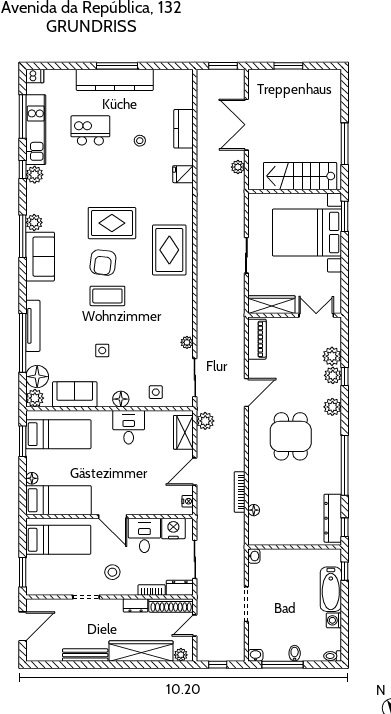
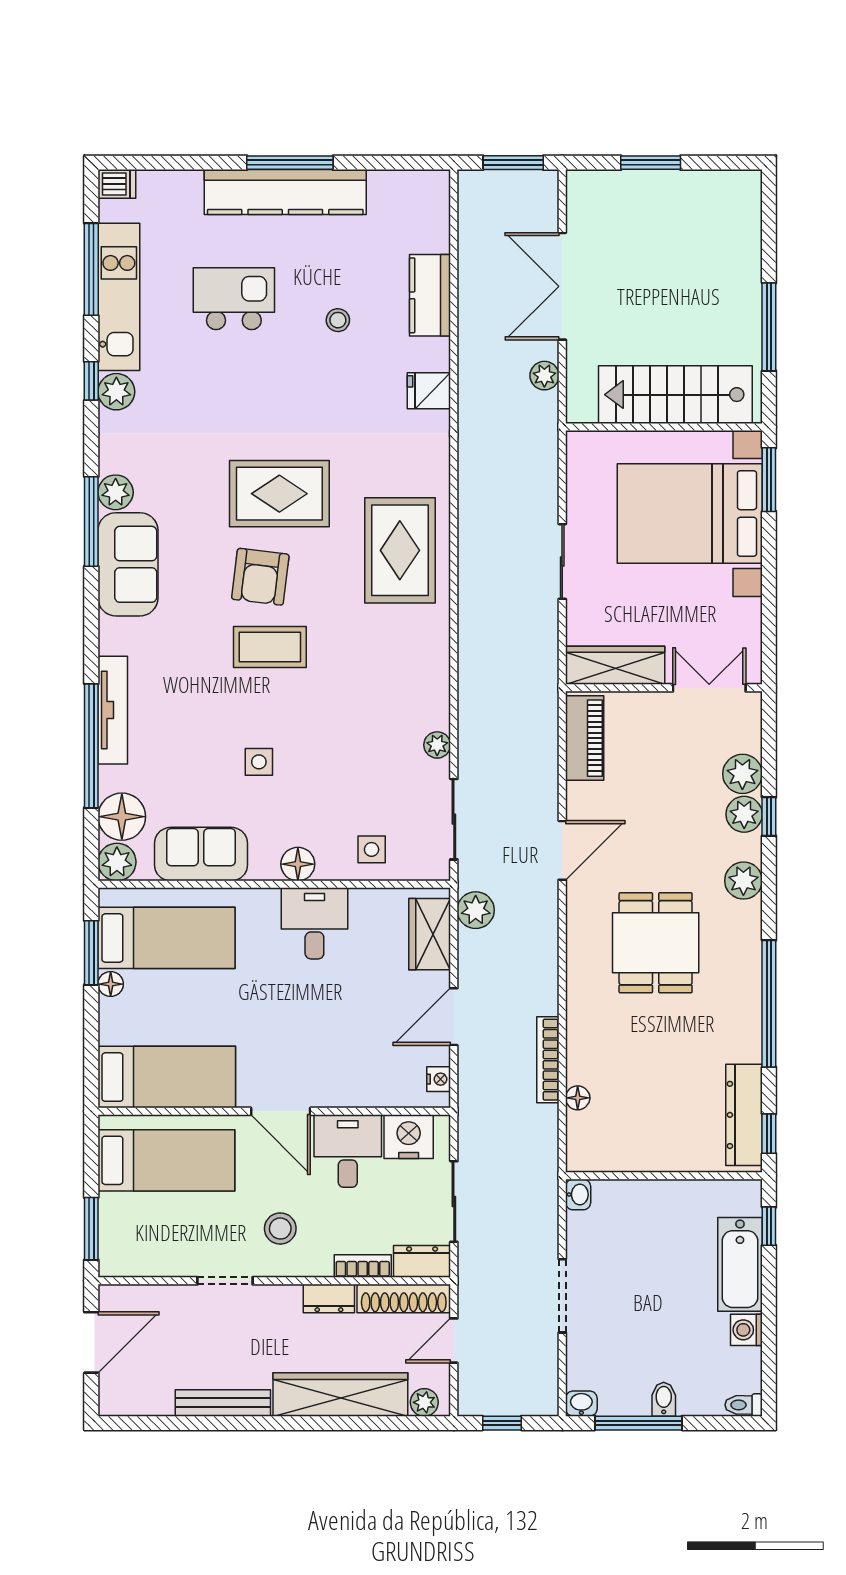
floor lamp: (32, 478) -> (111, 984), moved

